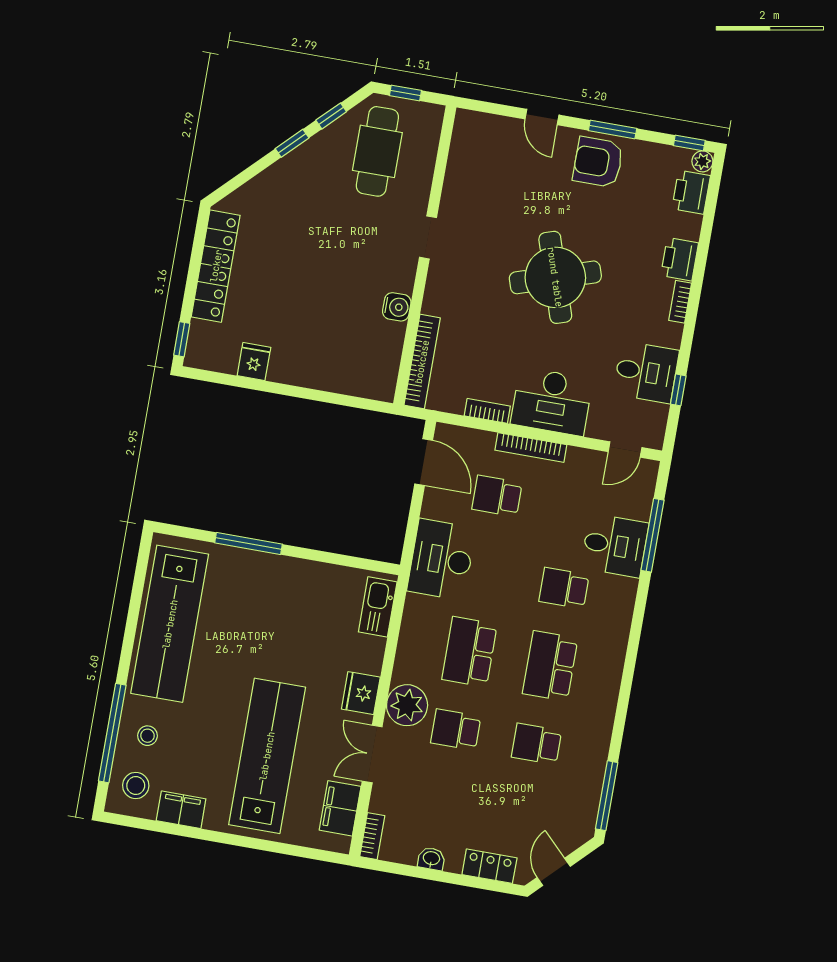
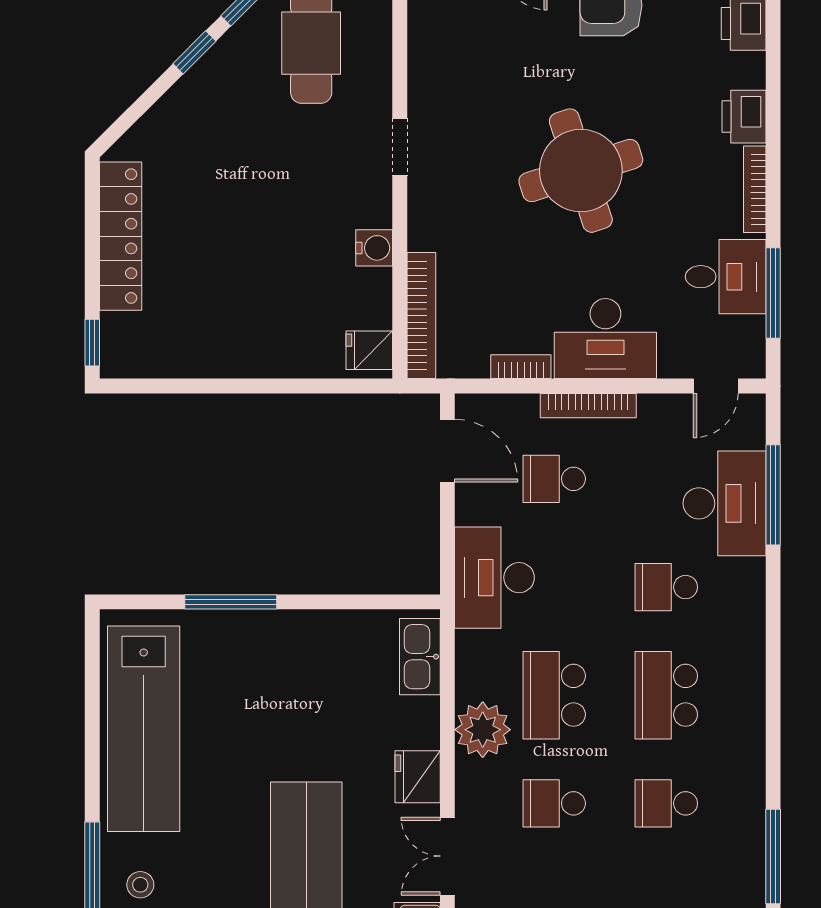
bookcase: (680, 302) -> (755, 189), width x1.56
fridge: (254, 362) -> (369, 350), moved, turned -90
window: (678, 390) -> (773, 293), width x2.17
desk: (615, 545) -> (724, 503), width x1.37
plant: (407, 705) -> (483, 730), moved

